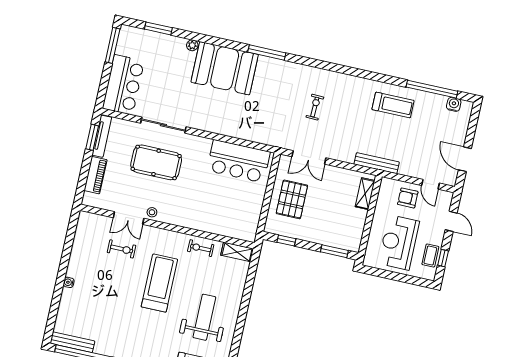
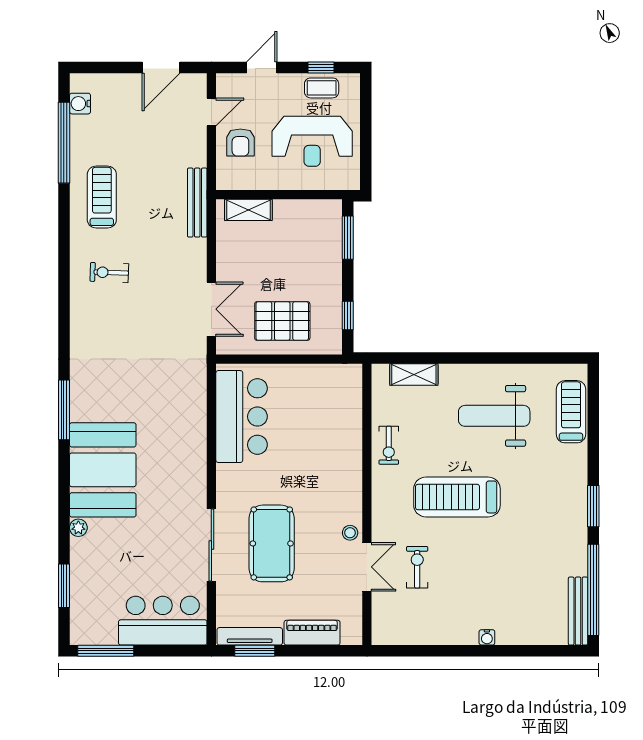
exercise bike: (315, 107) -> (109, 272), moved
shelving: (237, 252) -> (414, 374), moved, turned 90

